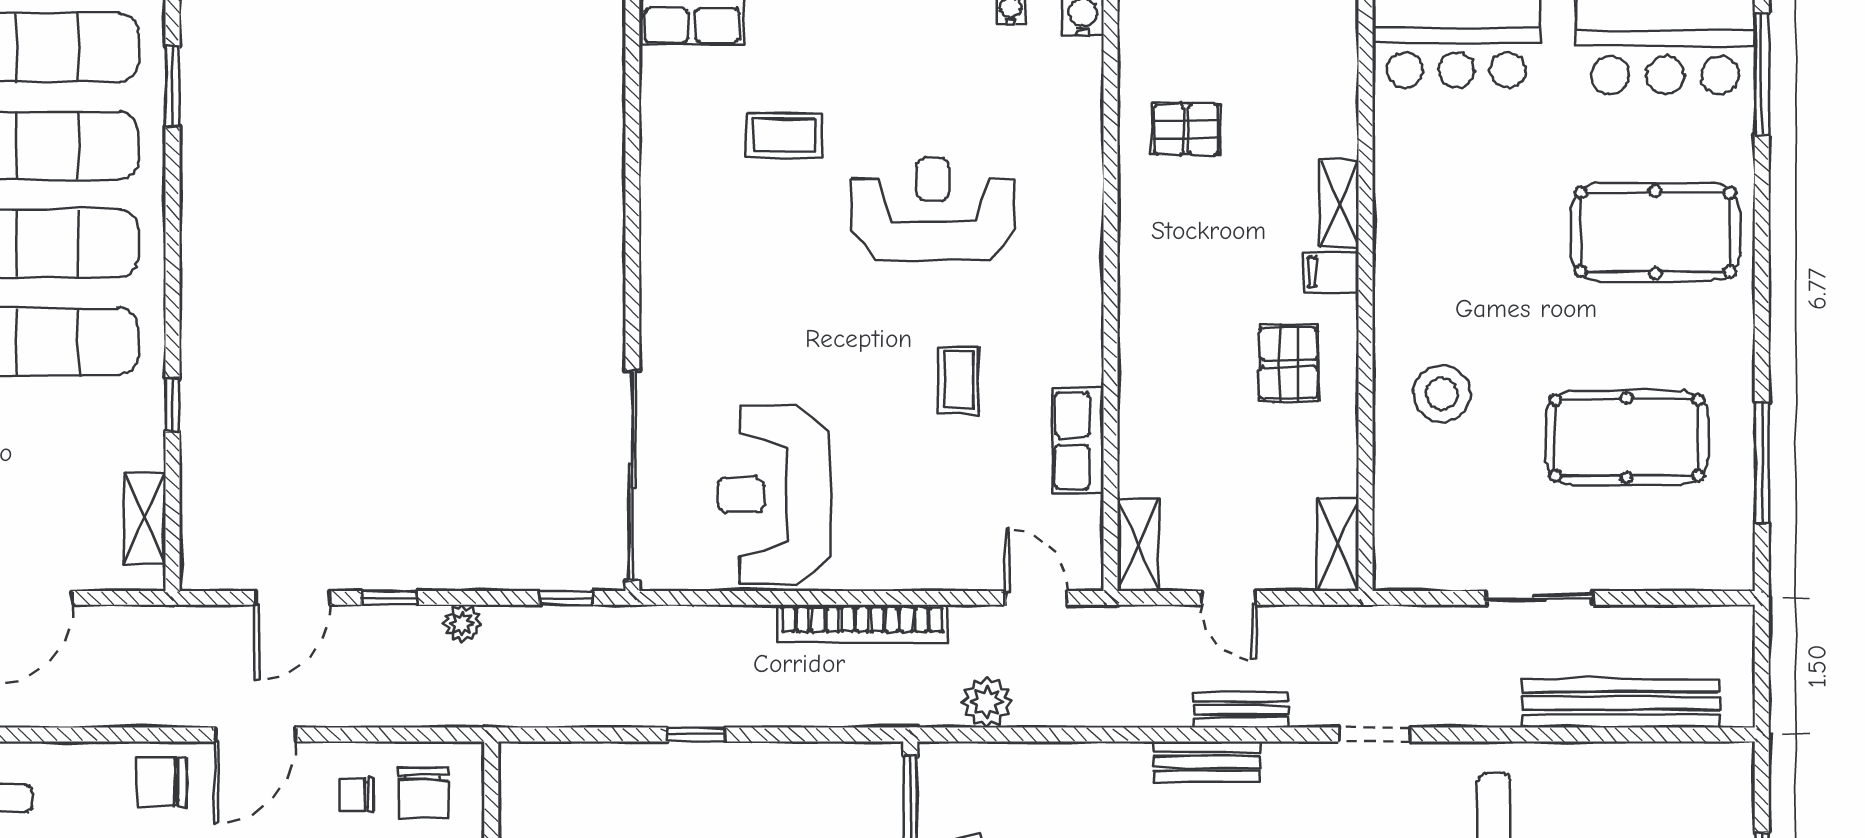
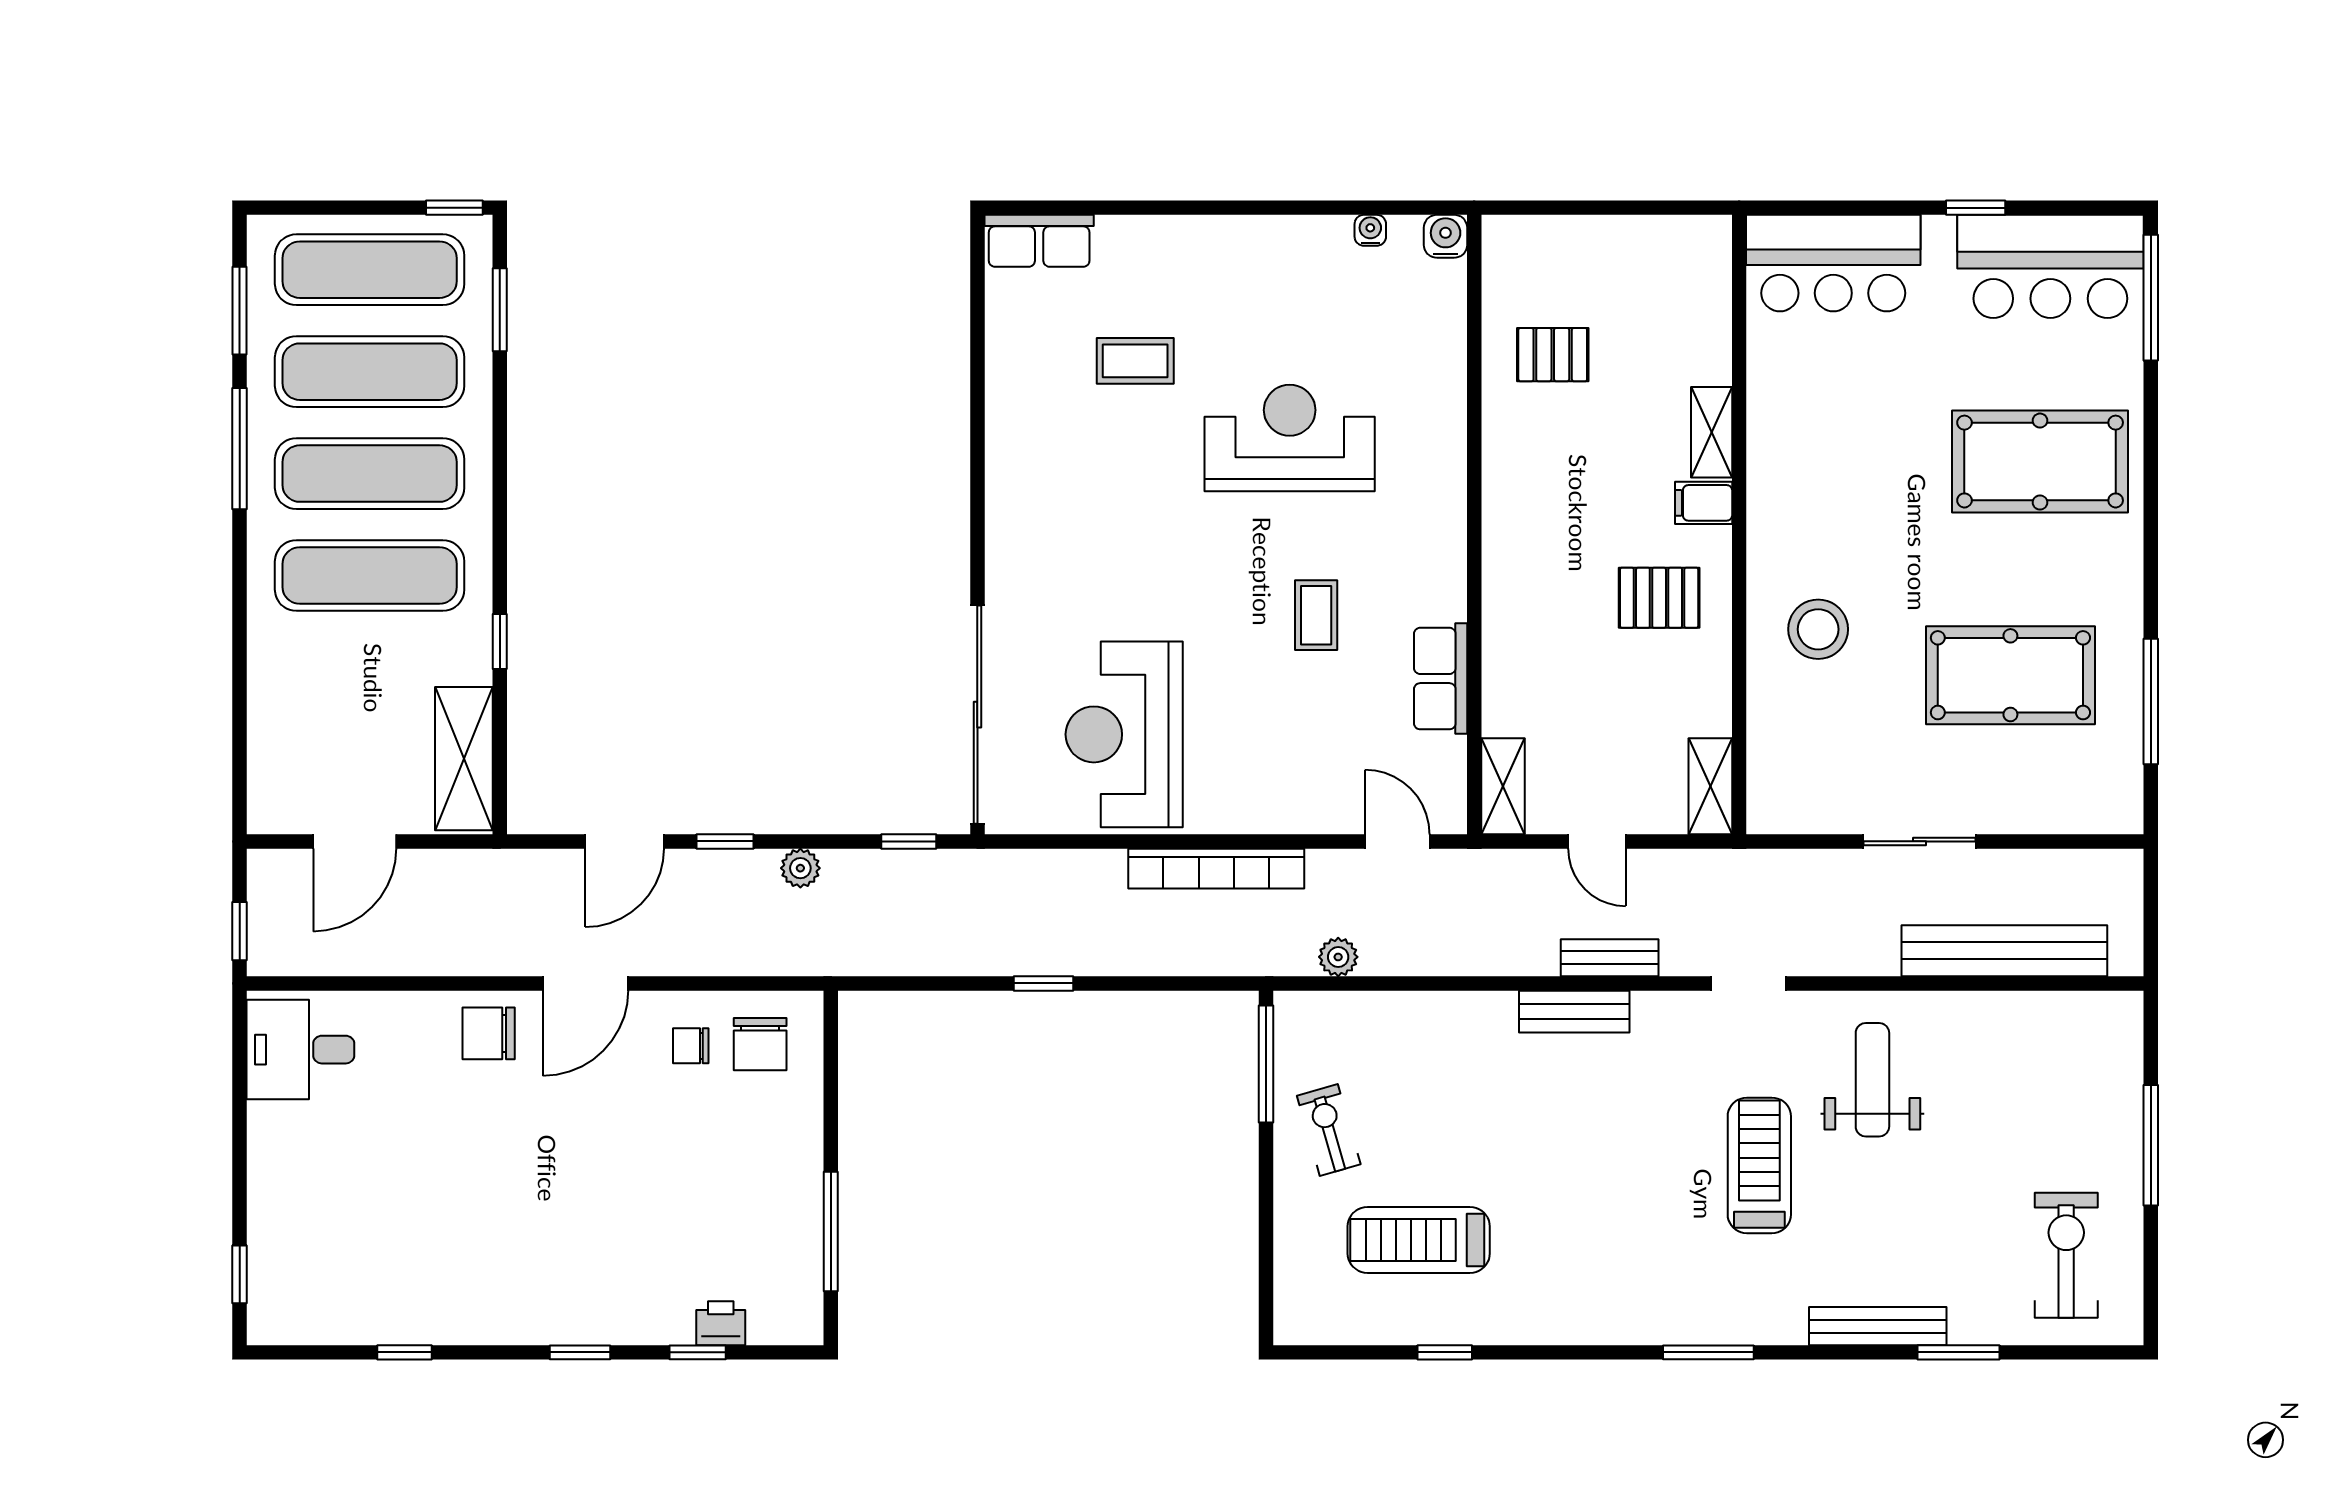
pallet: (1289, 363) -> (1659, 598), turned 90
shelving: (145, 518) -> (464, 759), width x1.50, depth x1.33
plant: (987, 702) -> (1338, 957), width x0.73, depth x0.73

